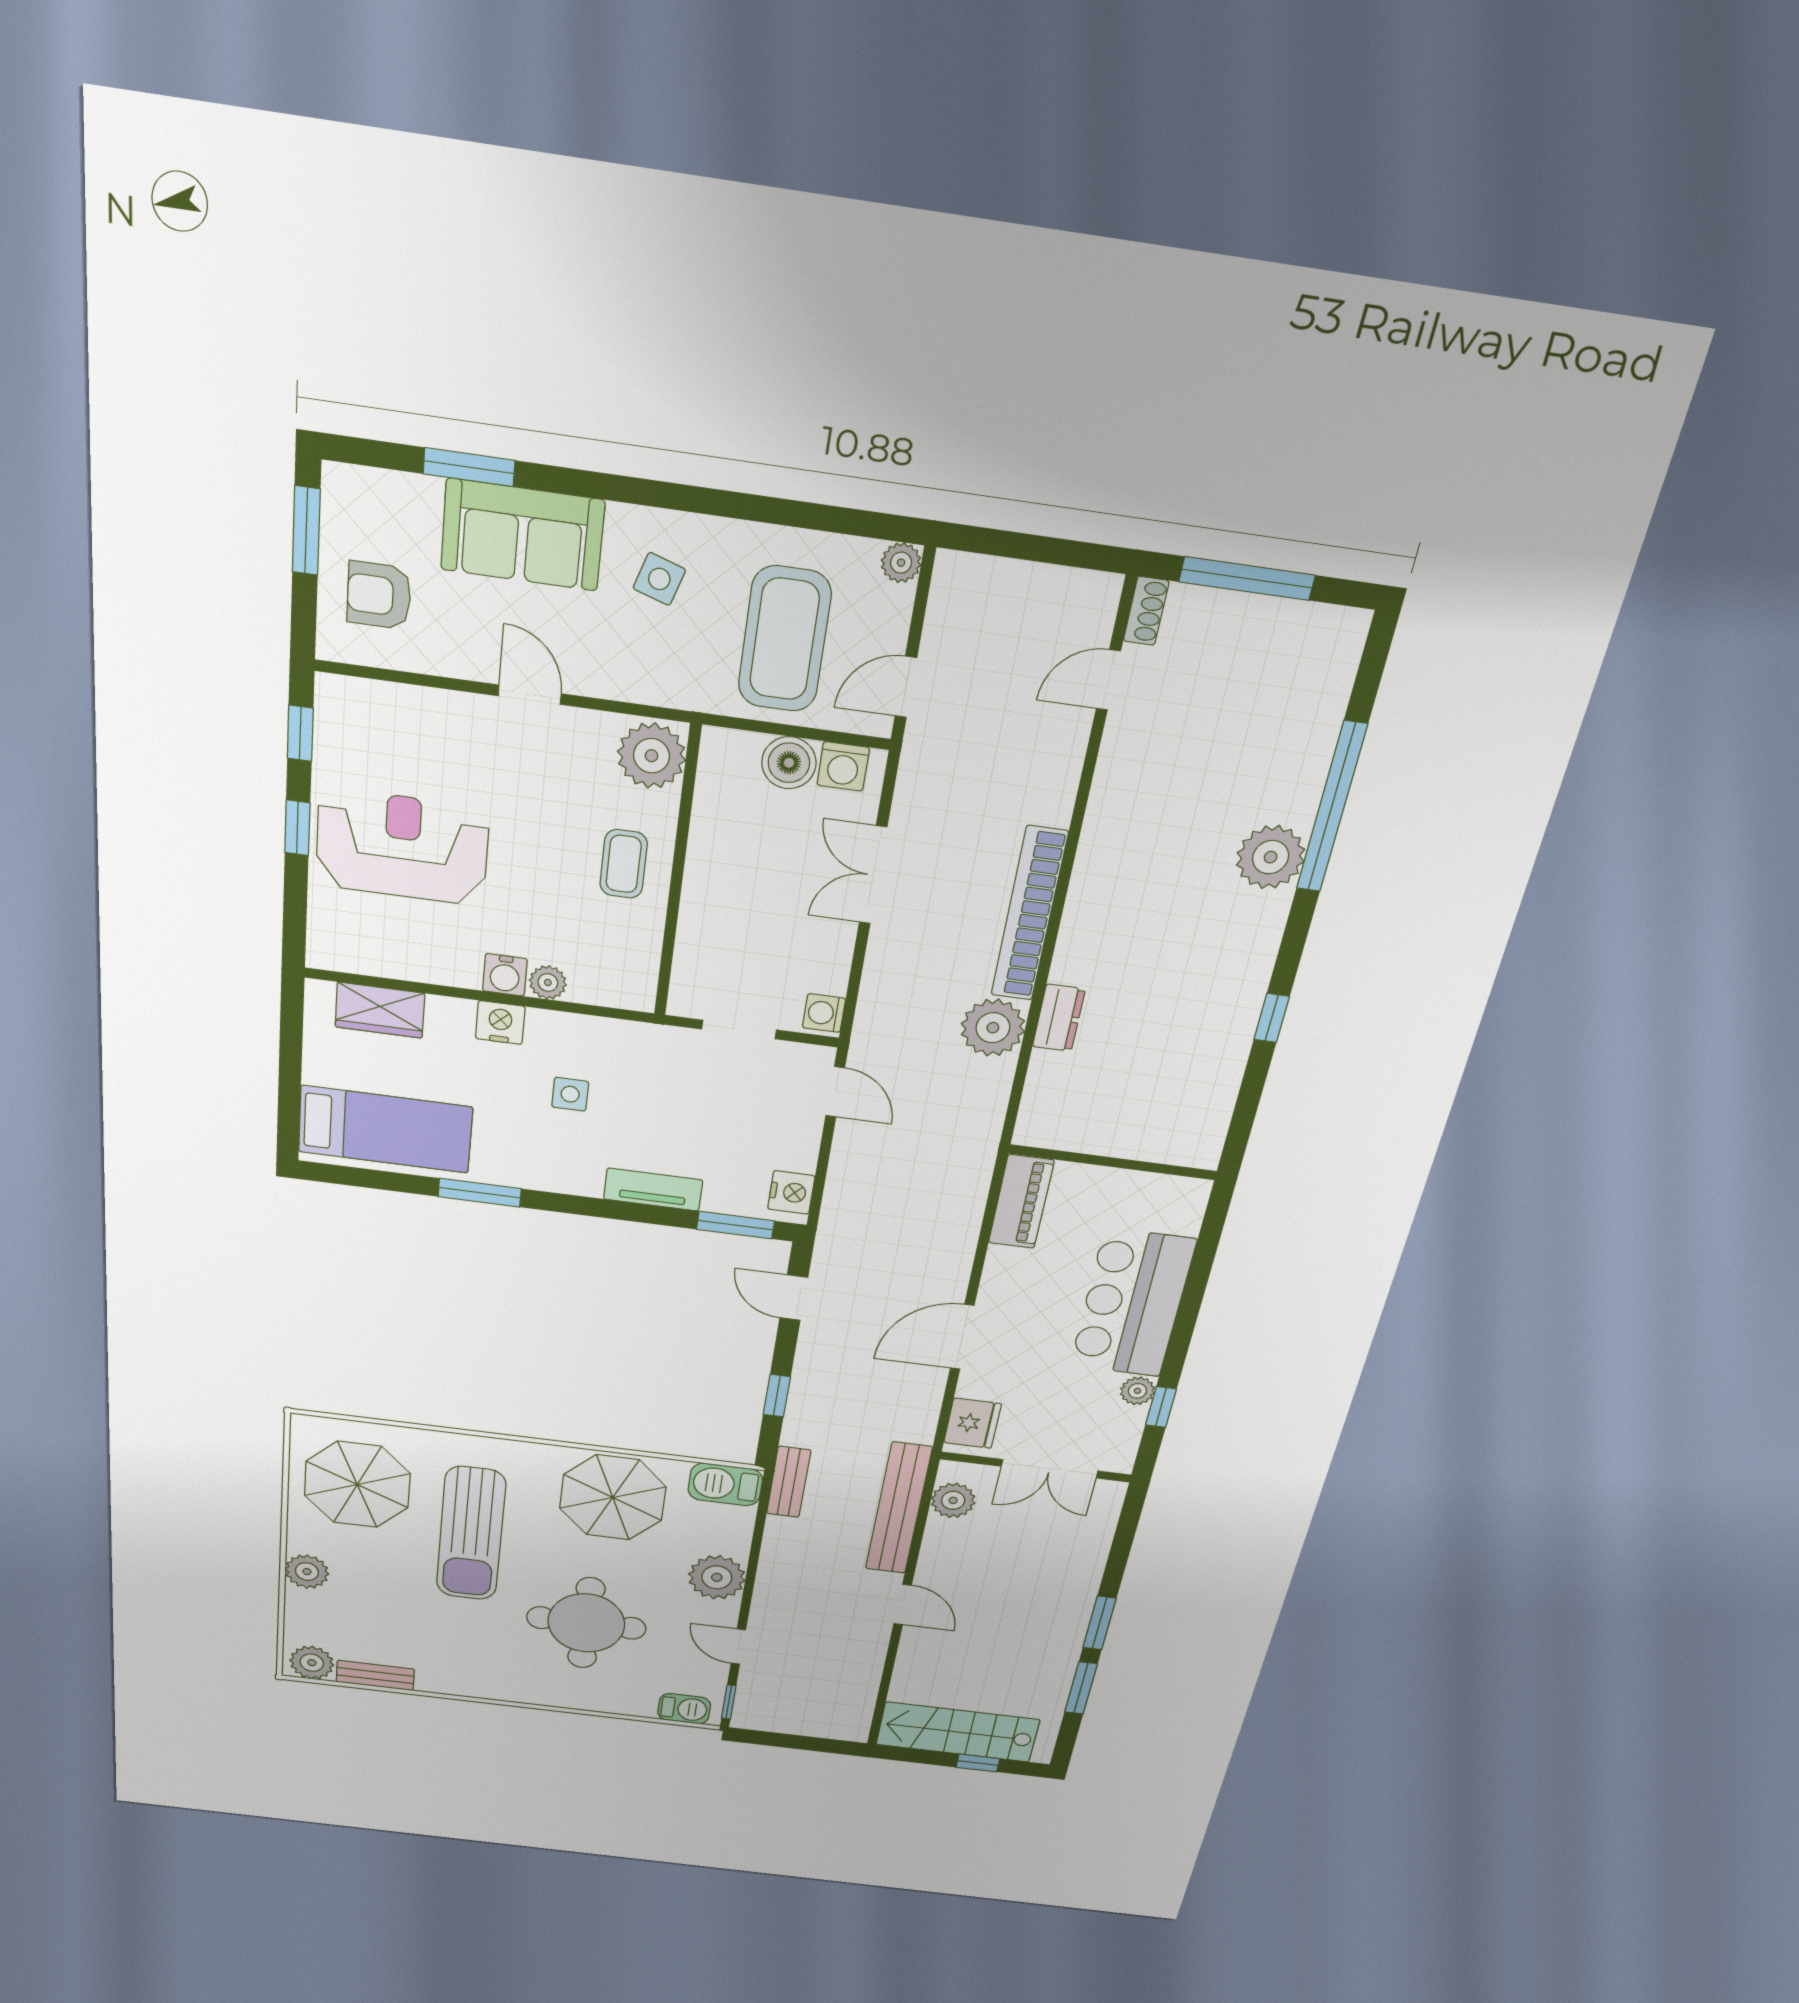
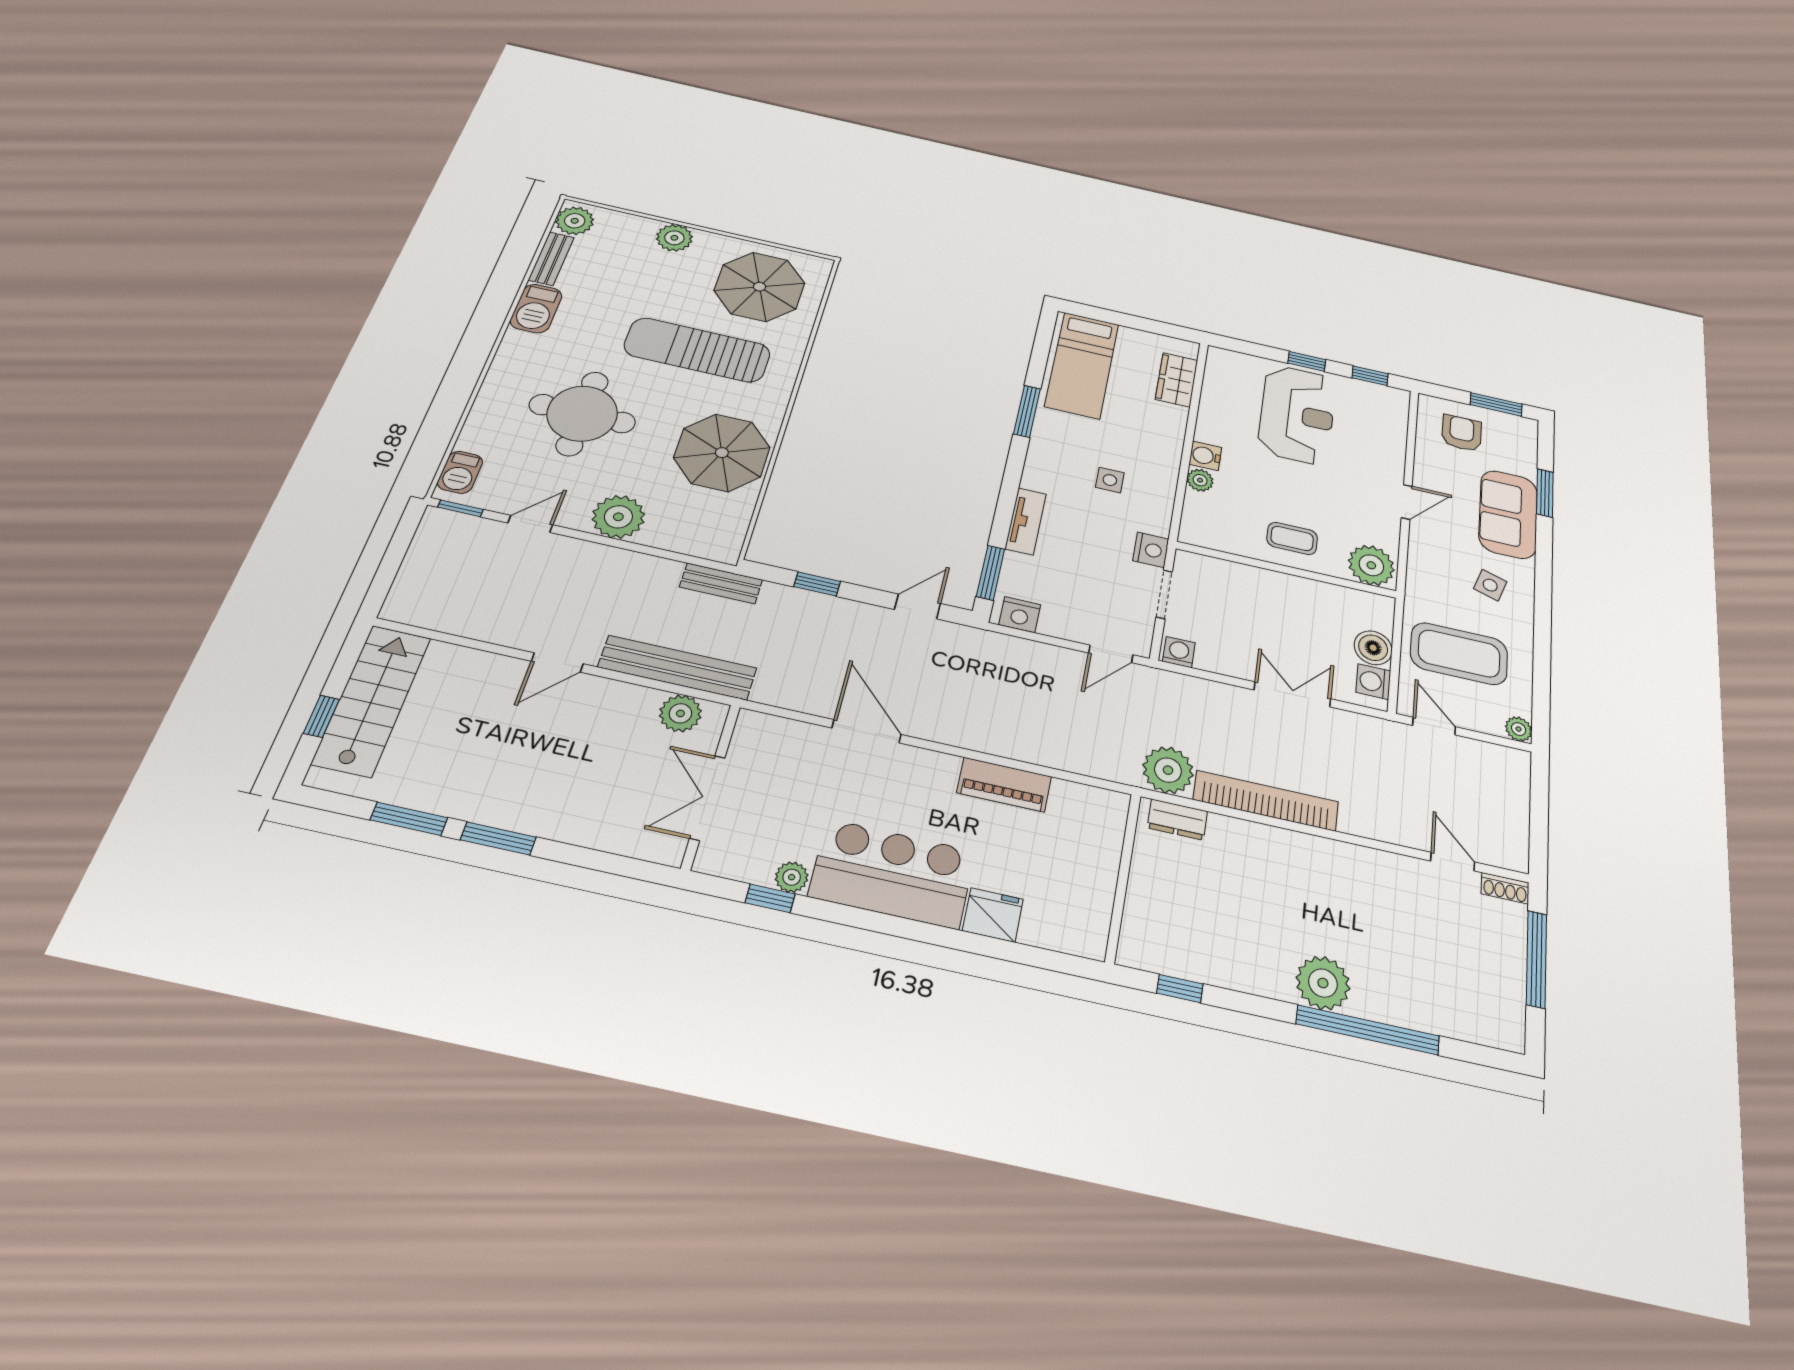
nightstand: (500, 1023) -> (1151, 550), moved
wall: (1113, 1162) -> (1123, 877), moved
fridge: (972, 1423) -> (993, 915), moved, turned 180
barbecue: (725, 1484) -> (536, 309), moved, turned 180

